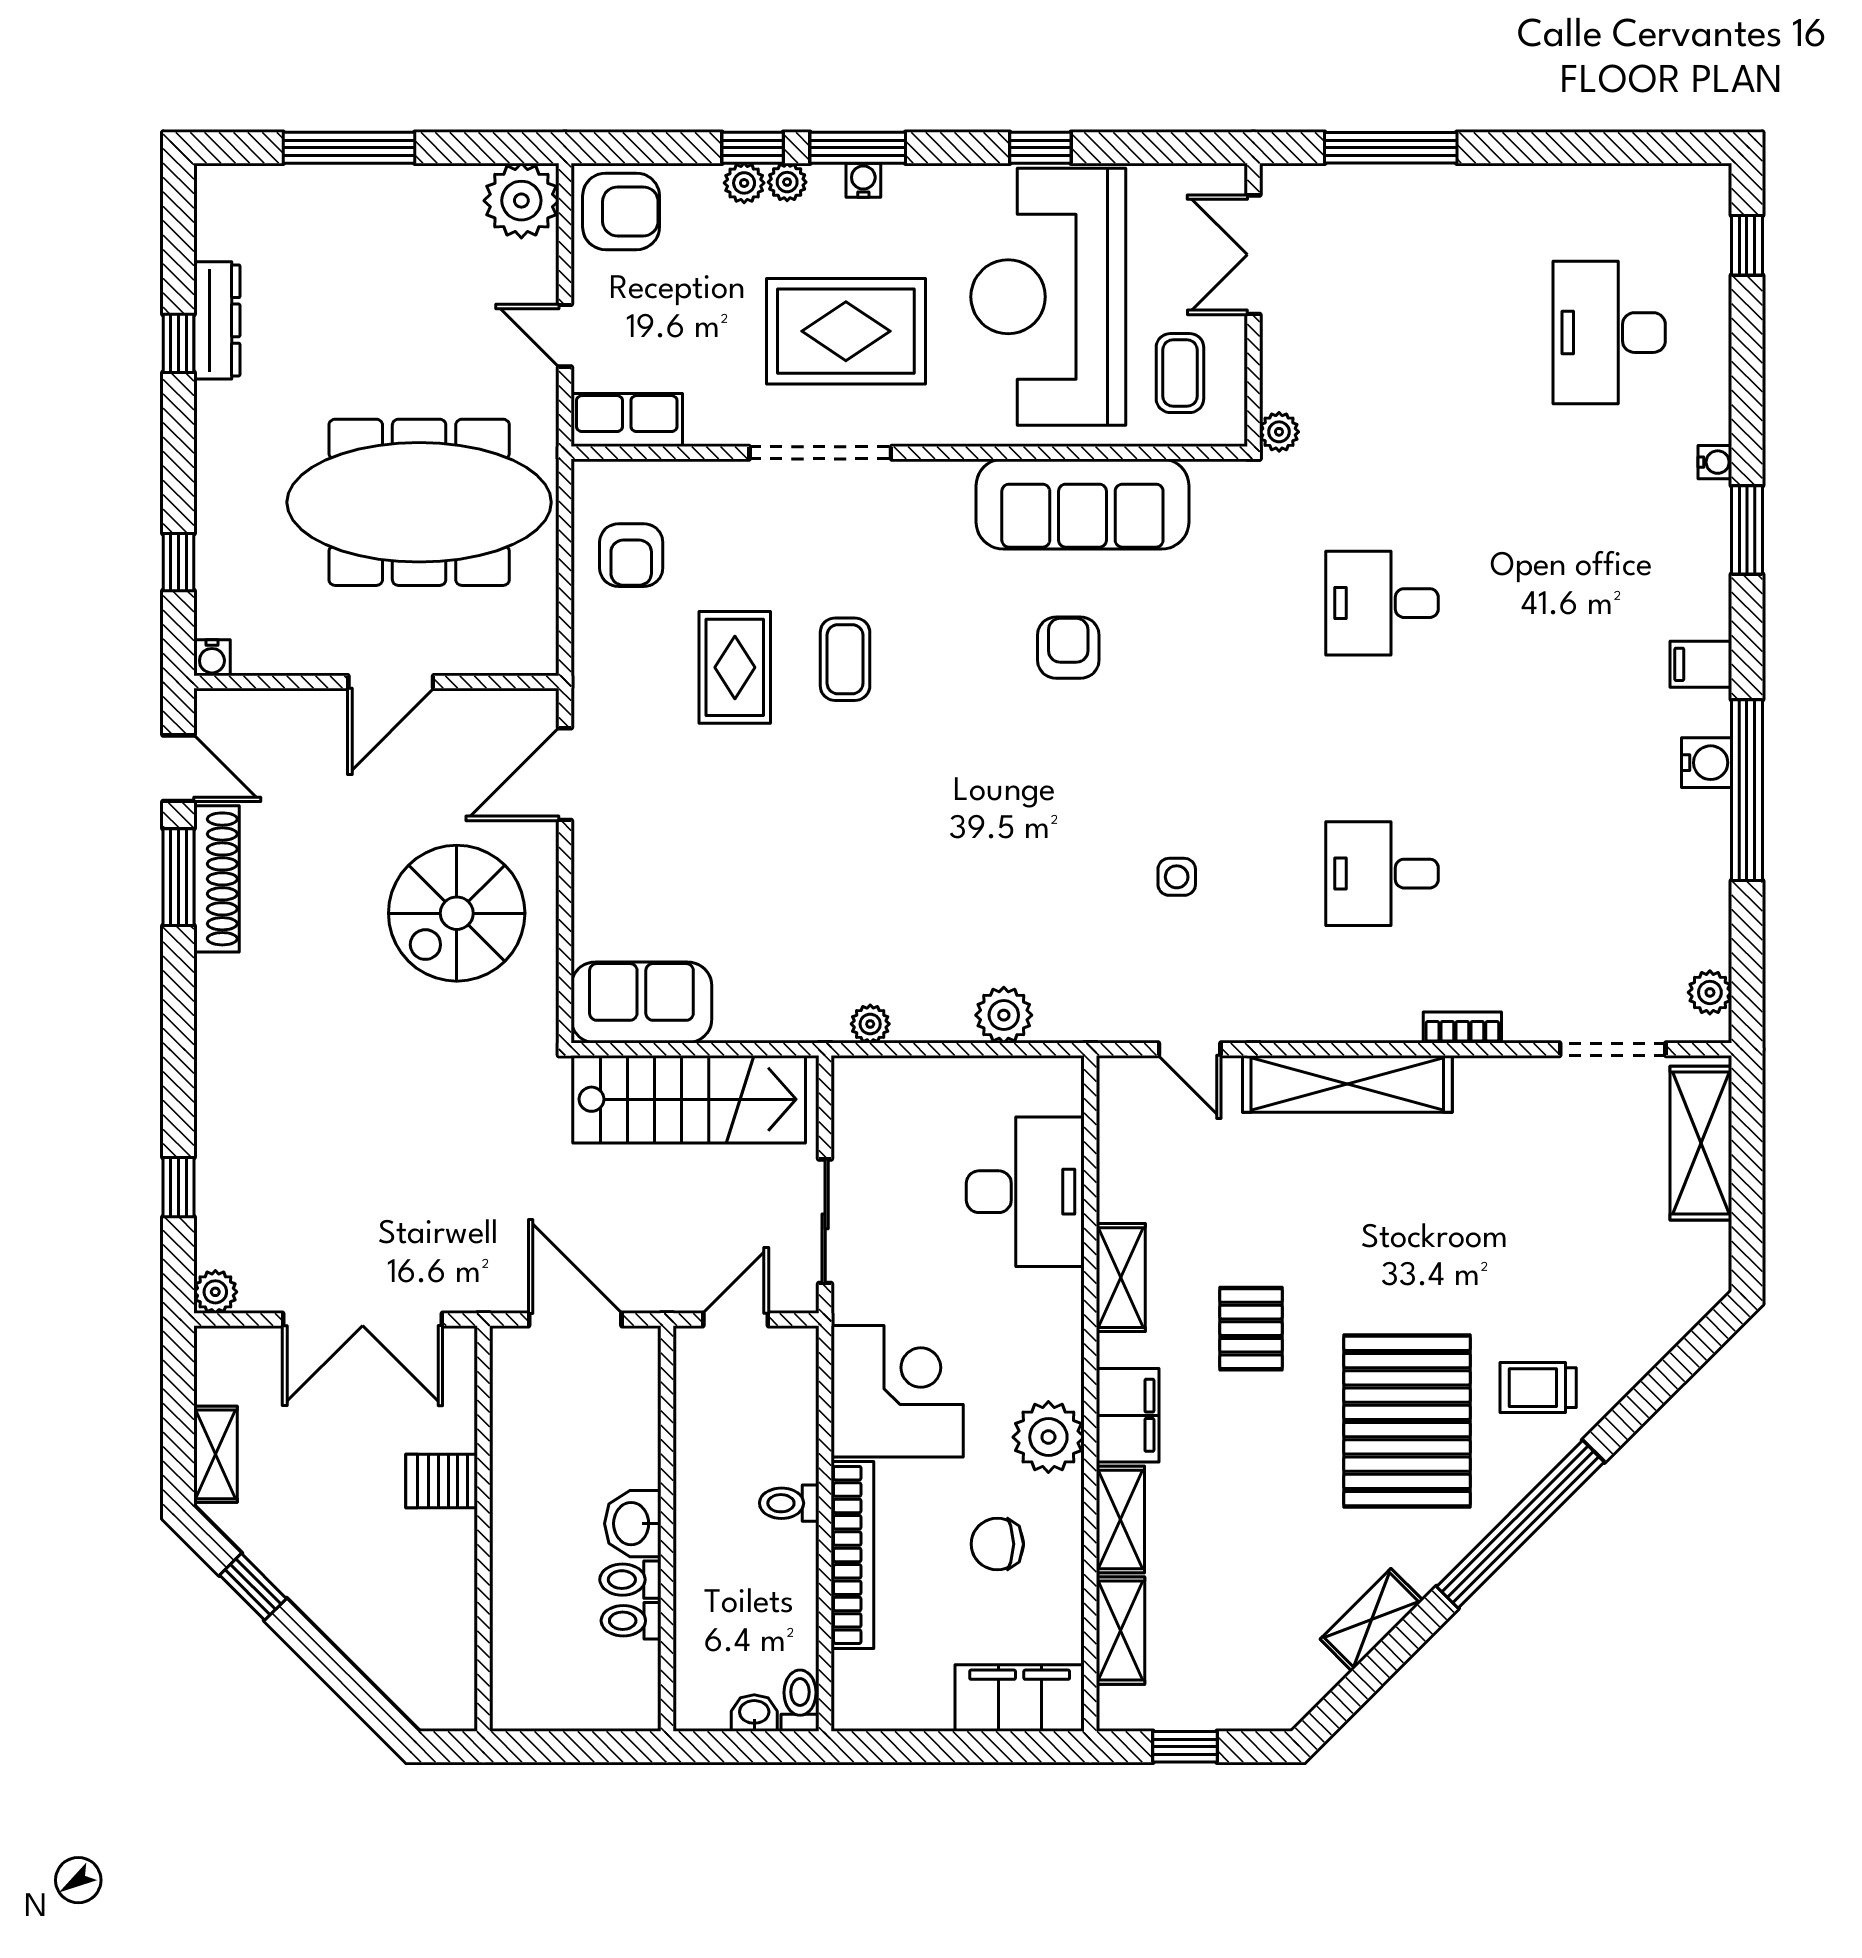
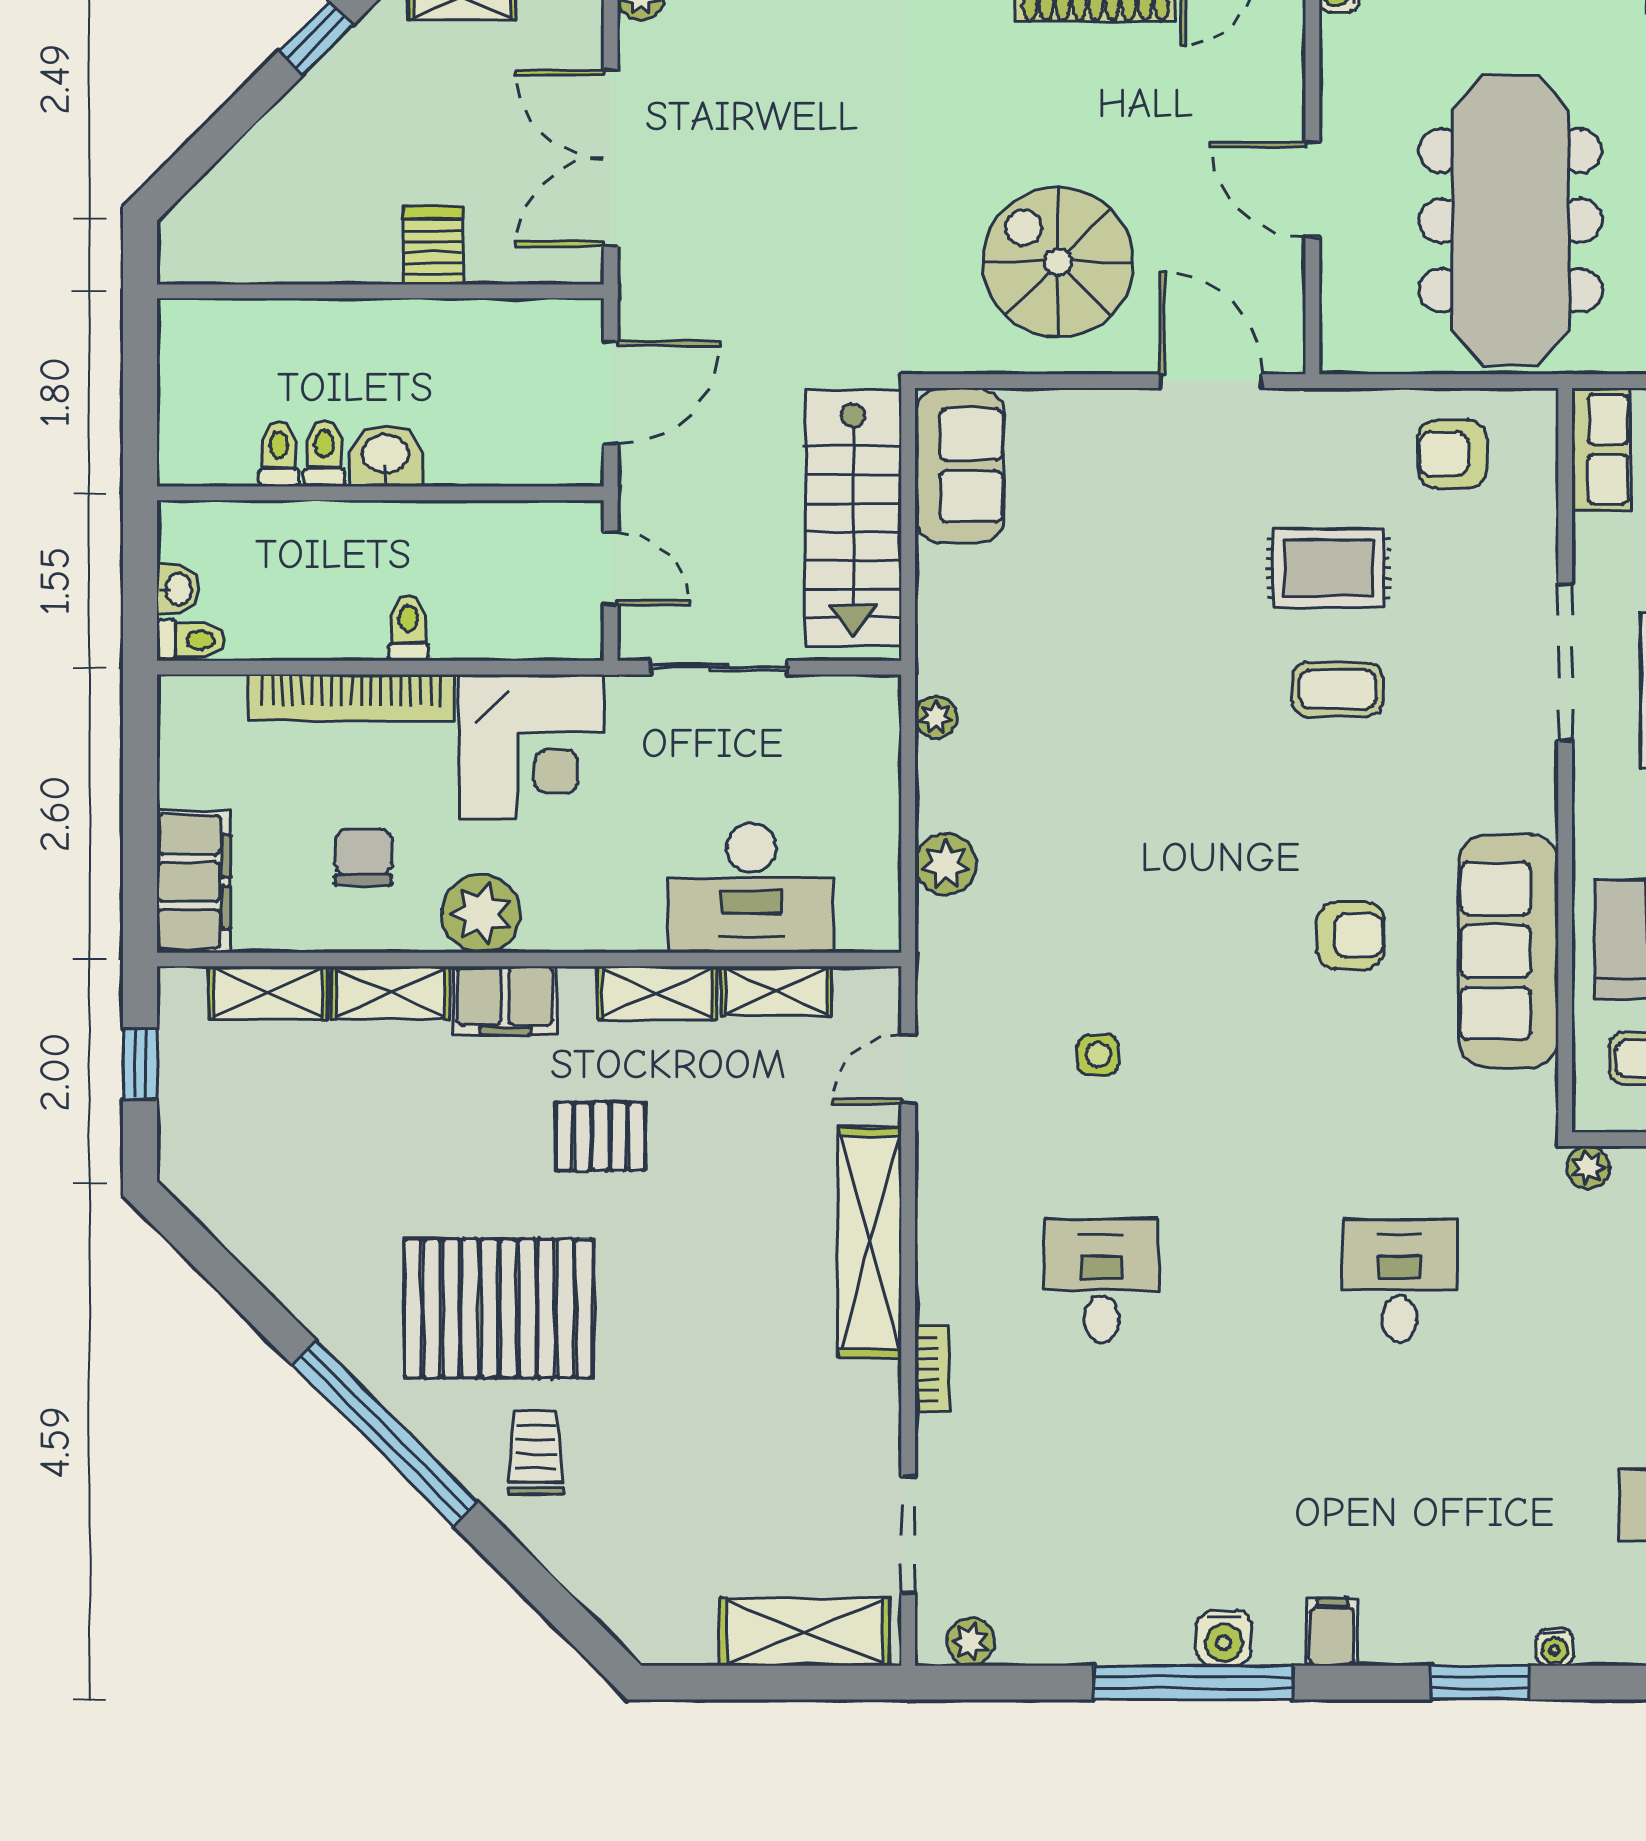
shelving: (1371, 1620) -> (776, 991), moved, turned -45

